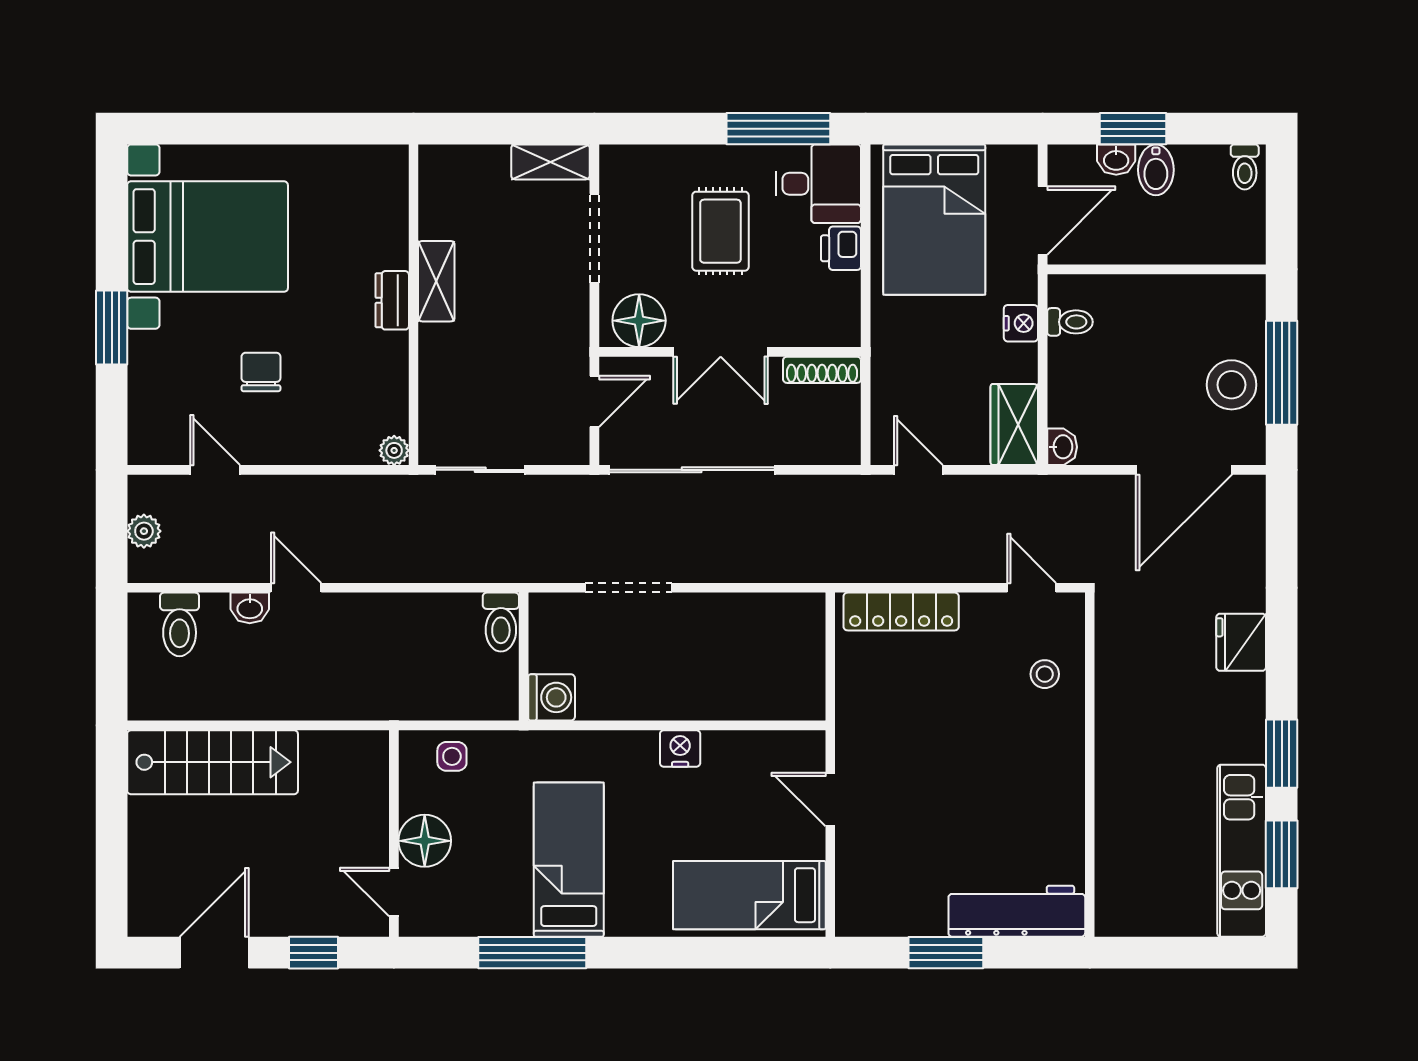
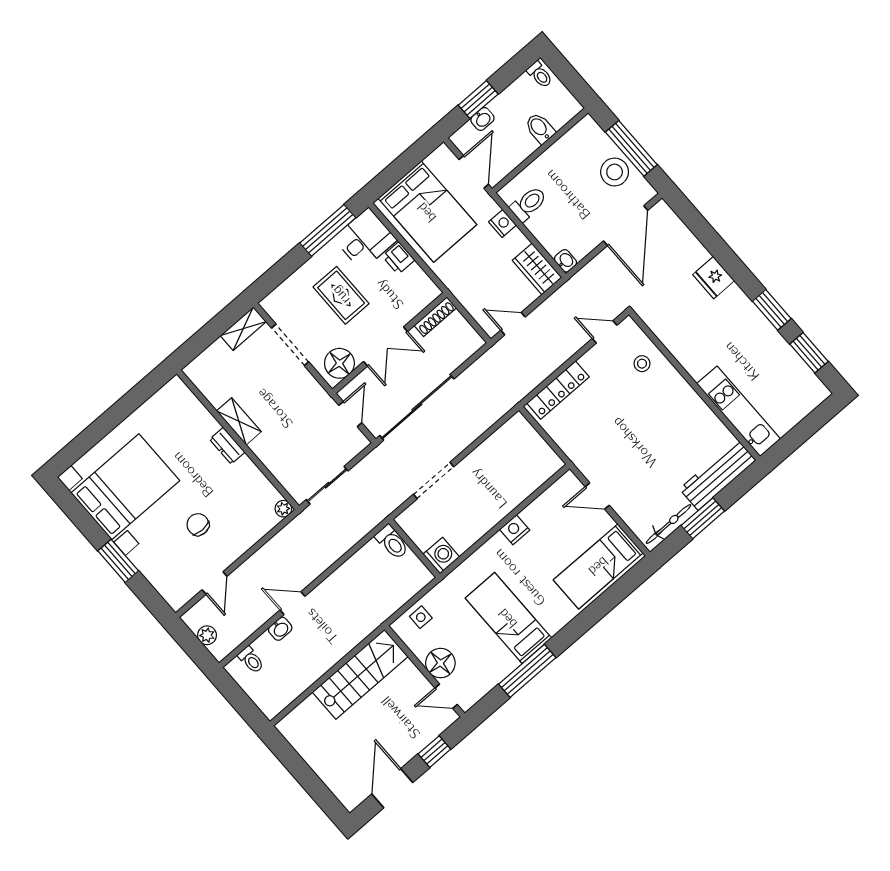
bidet: (1156, 170) -> (540, 128), moved, turned 180
toilet: (1070, 322) -> (528, 204), width x1.37, depth x1.39
door: (215, 470) -> (215, 583), swing flipped
toilet: (180, 624) -> (251, 660), width x0.73, depth x0.72
stairs: (213, 762) -> (360, 674), moved
kitchen unit: (1242, 851) -> (739, 411), moved, turned 180
bicycle: (893, 920) -> (669, 524), added

